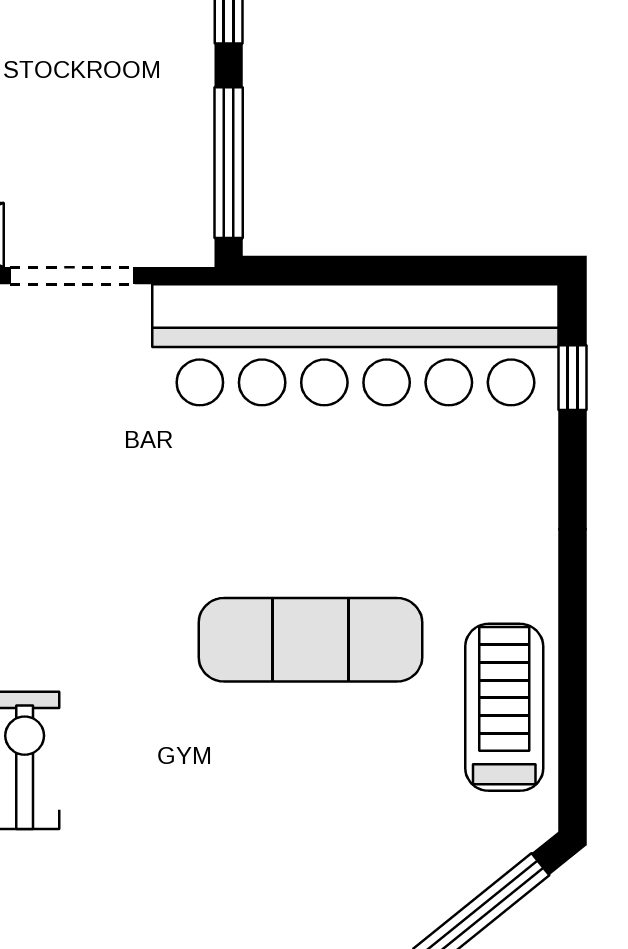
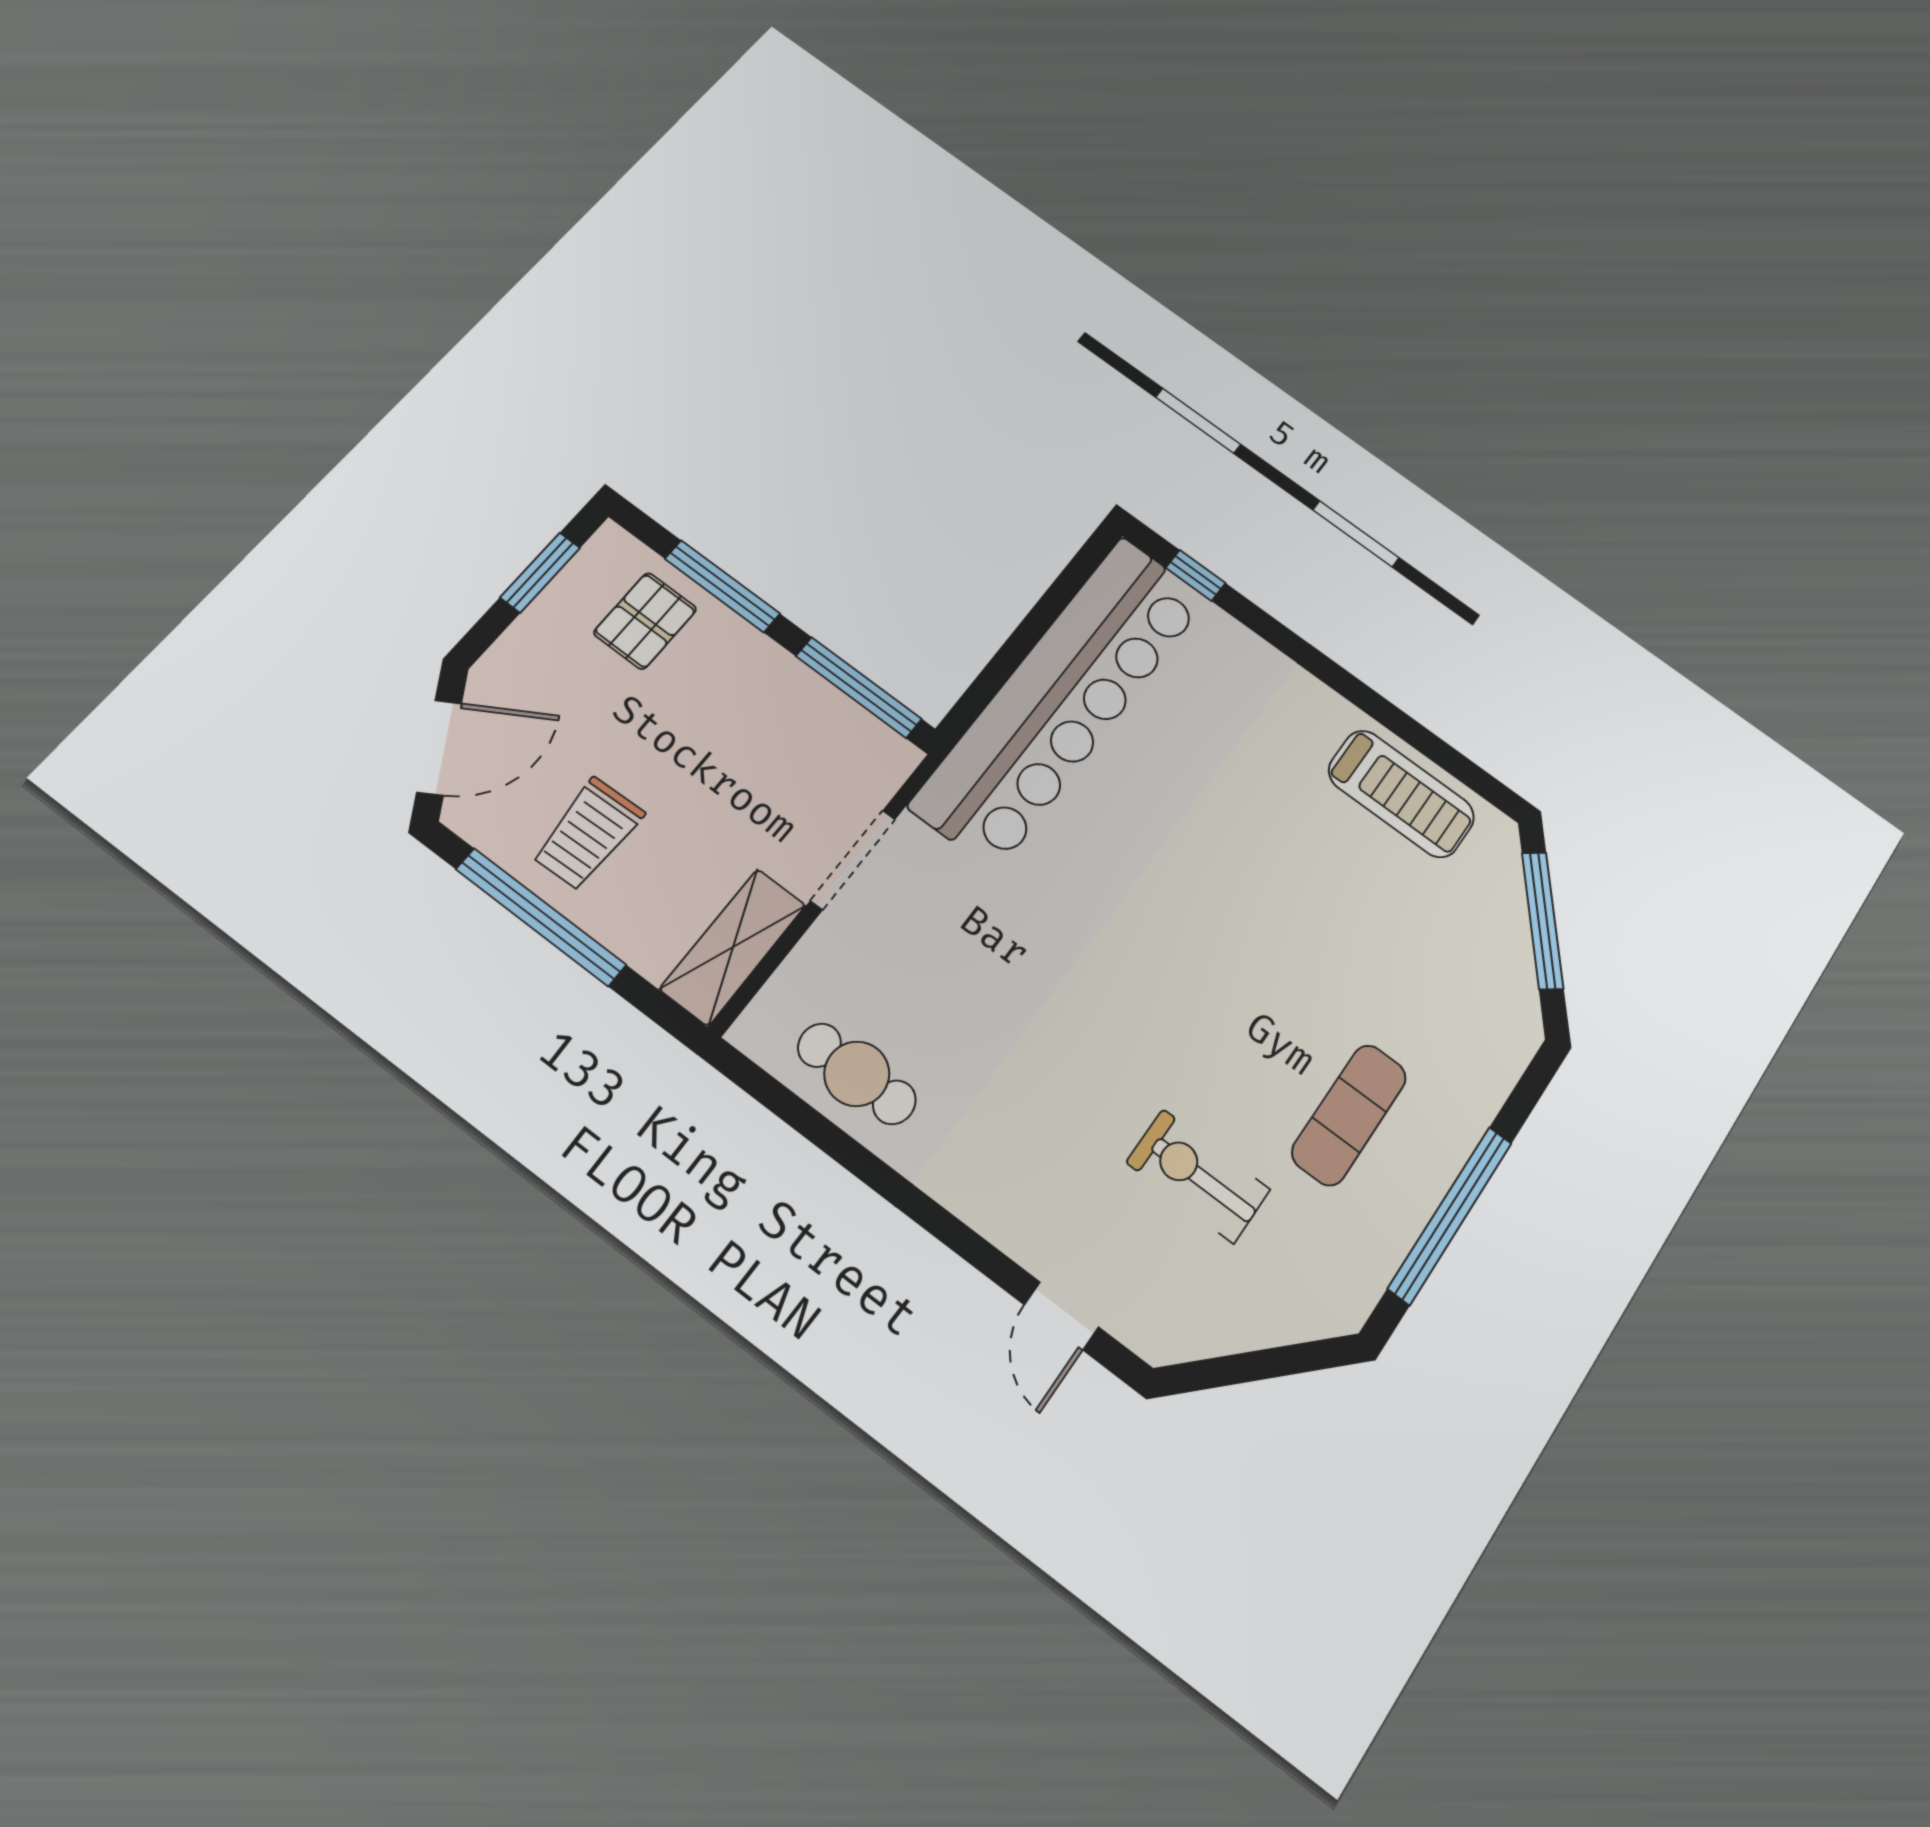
exercise mat: (310, 640) -> (1349, 1115), moved, width x0.73, depth x0.69
treadmill: (504, 707) -> (1401, 794), turned 180

